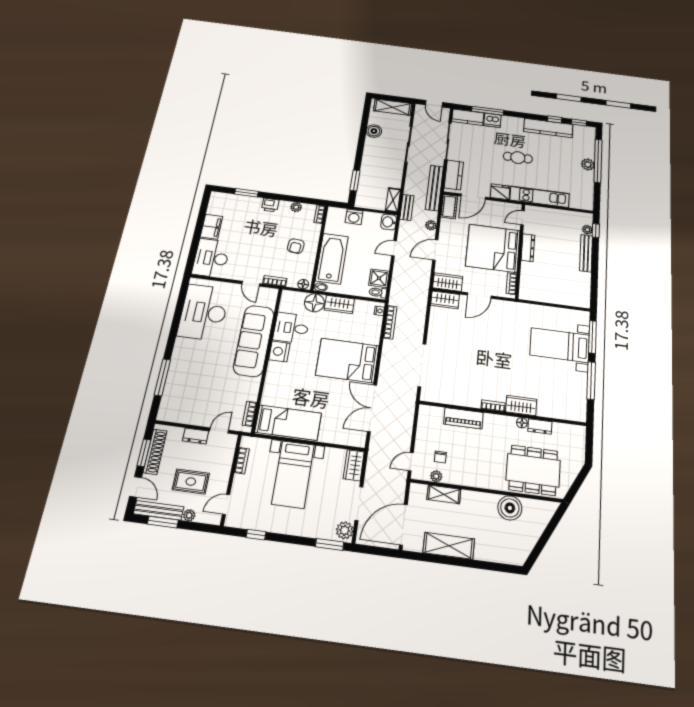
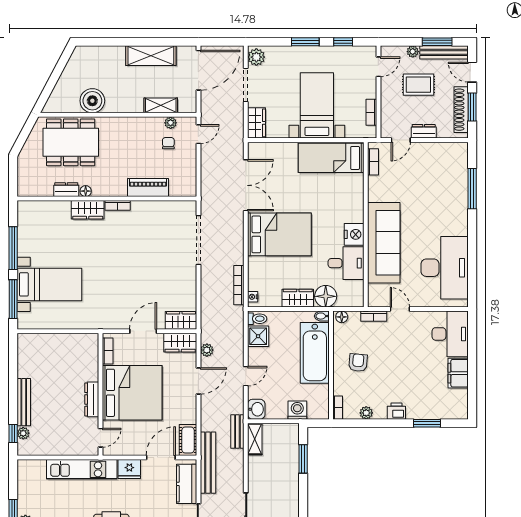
plant: (431, 225) -> (207, 350), moved
window: (330, 544) -> (305, 42), moved

